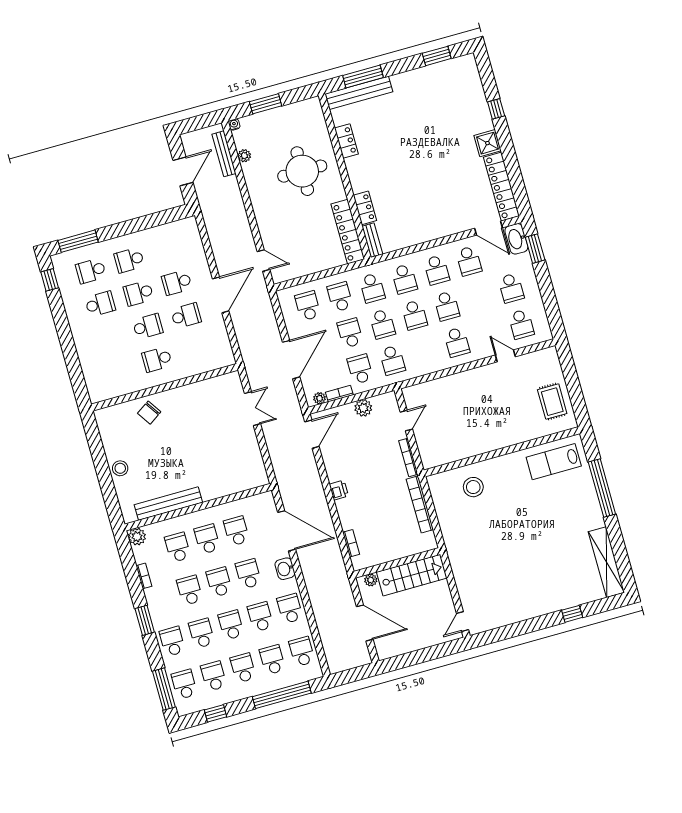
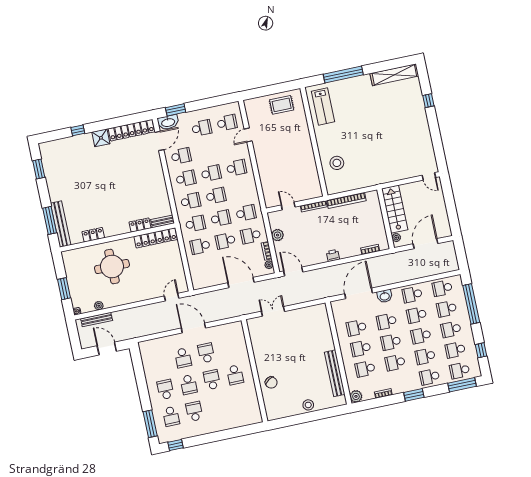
school desk: (129, 260) -> (165, 389), turned 180
school desk: (308, 306) -> (205, 269), removed

